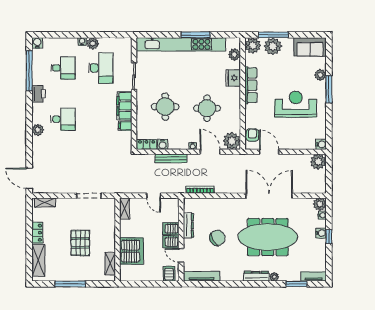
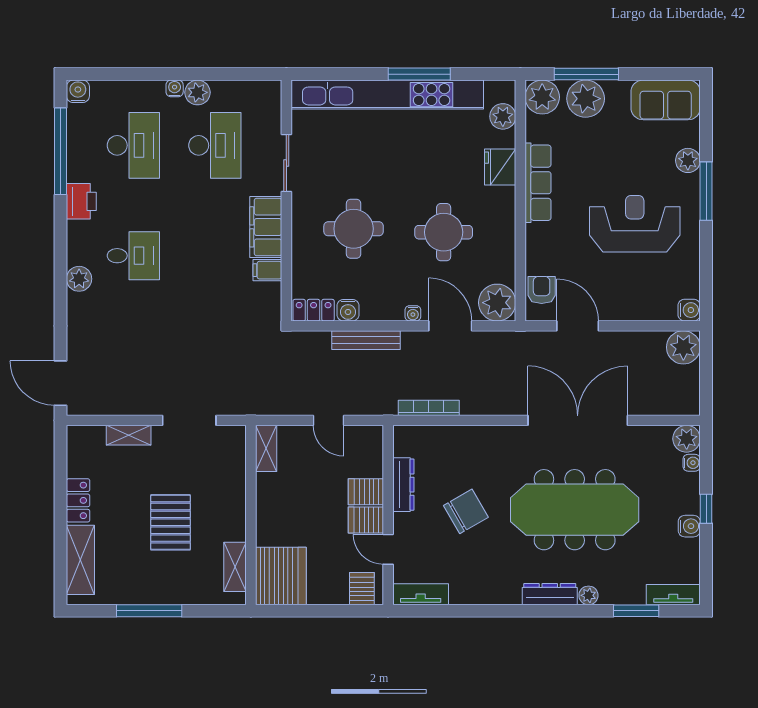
desk: (63, 68) -> (133, 145), width x1.37
shelving: (45, 202) -> (129, 435), moved
water cooler: (321, 233) -> (689, 526), moved
server rack: (131, 251) -> (281, 576), moved
tv unit: (202, 276) -> (421, 594), width x0.71

